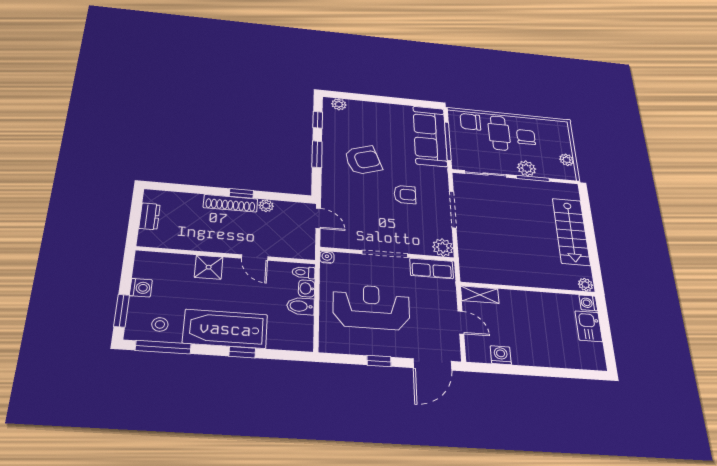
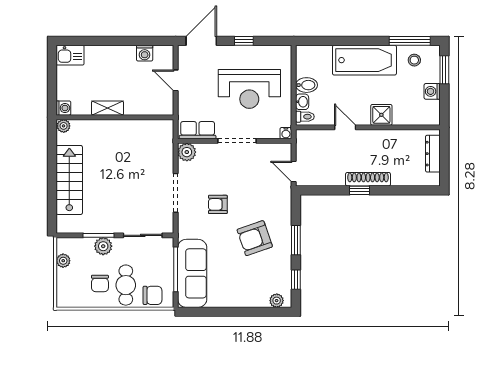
plant: (266, 206) -> (338, 180), removed
dresser: (149, 216) -> (433, 154), width x1.44
shelving: (480, 295) -> (107, 108), moved
kitchen sink: (589, 326) -> (70, 55), moved, turned 90
window: (242, 352) -> (350, 41), removed

